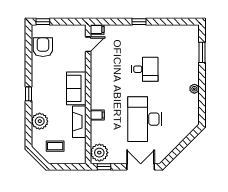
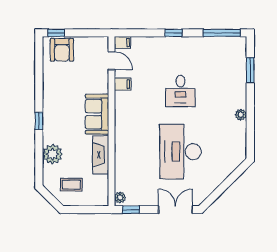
window: (179, 22) -> (222, 33), added
door: (88, 44) -> (111, 61), hinge flipped
armchair: (43, 47) -> (62, 50), moved, turned 180
desk: (145, 69) -> (180, 91), turned 90
filing cabinet: (97, 115) -> (123, 84), moved
plant: (99, 153) -> (120, 197), width x0.53, depth x0.53

